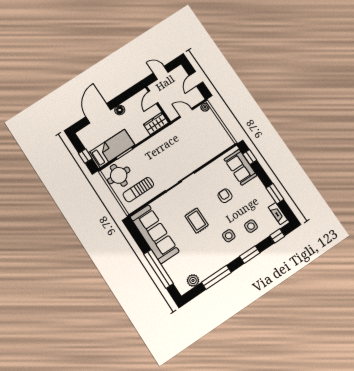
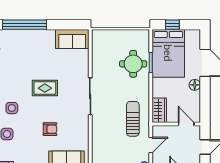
bed: (112, 149) -> (168, 53), width x1.50
round table: (119, 175) -> (133, 64), moved
sun lounger: (138, 190) -> (133, 119), moved
sofa: (155, 234) -> (72, 39), width x0.54, depth x0.79

